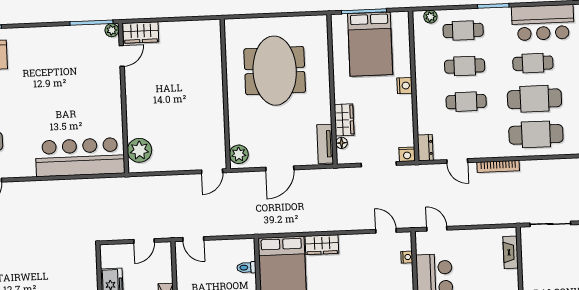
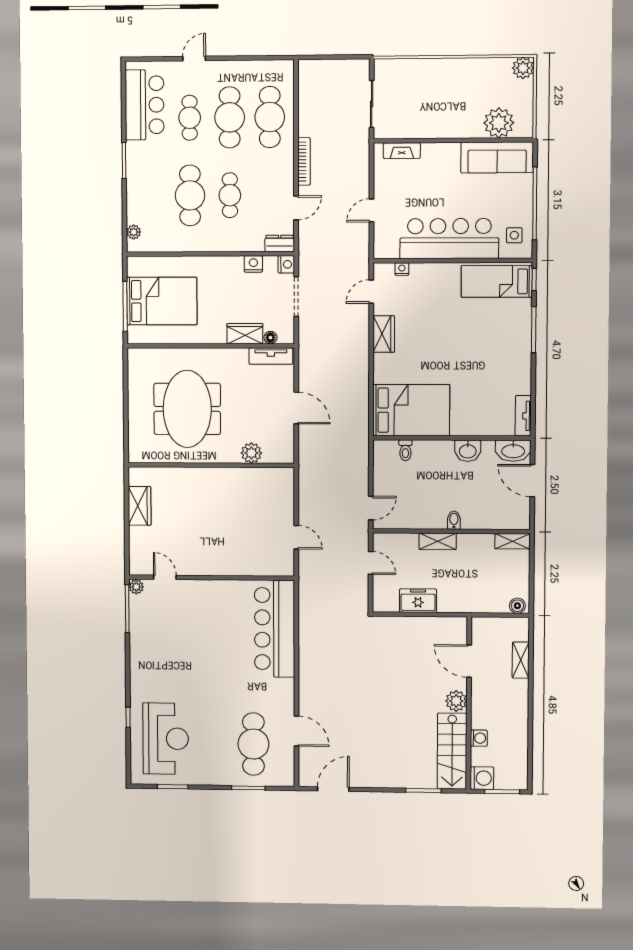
cafe table: (463, 30) -> (150, 196), removed
wardrobe: (141, 32) -> (140, 506), moved
cafe table: (465, 66) -> (190, 195), width x1.37, depth x1.35
meeting table: (275, 71) -> (187, 409), turned 90
nightstand: (405, 86) -> (253, 264), moved
plant: (139, 150) -> (270, 563), removed
plant: (239, 154) -> (251, 453), moved
door: (212, 171) -> (296, 537), moved
door: (437, 229) -> (371, 210), moved
wardrobe: (322, 245) -> (384, 334), moved

